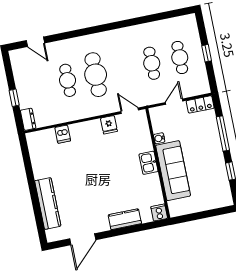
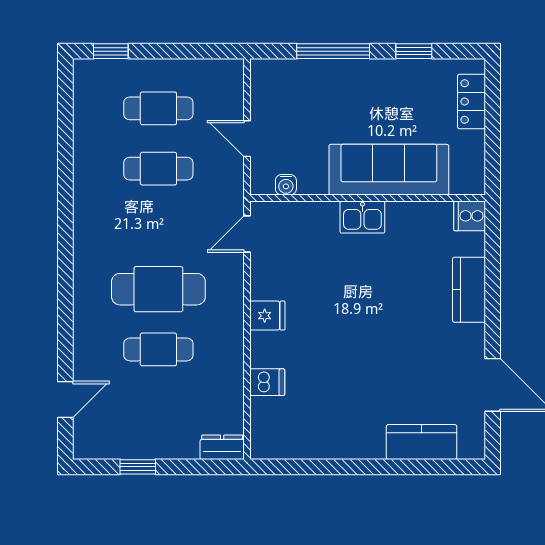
window: (207, 53) -> (111, 51), moved
window: (14, 98) -> (138, 467), moved
locker: (200, 104) -> (472, 101), moved, turned 180
fridge: (109, 125) -> (267, 316), moved
water cooler: (159, 138) -> (286, 185), moved
kitchen counter: (48, 203) -> (422, 442), width x0.67

